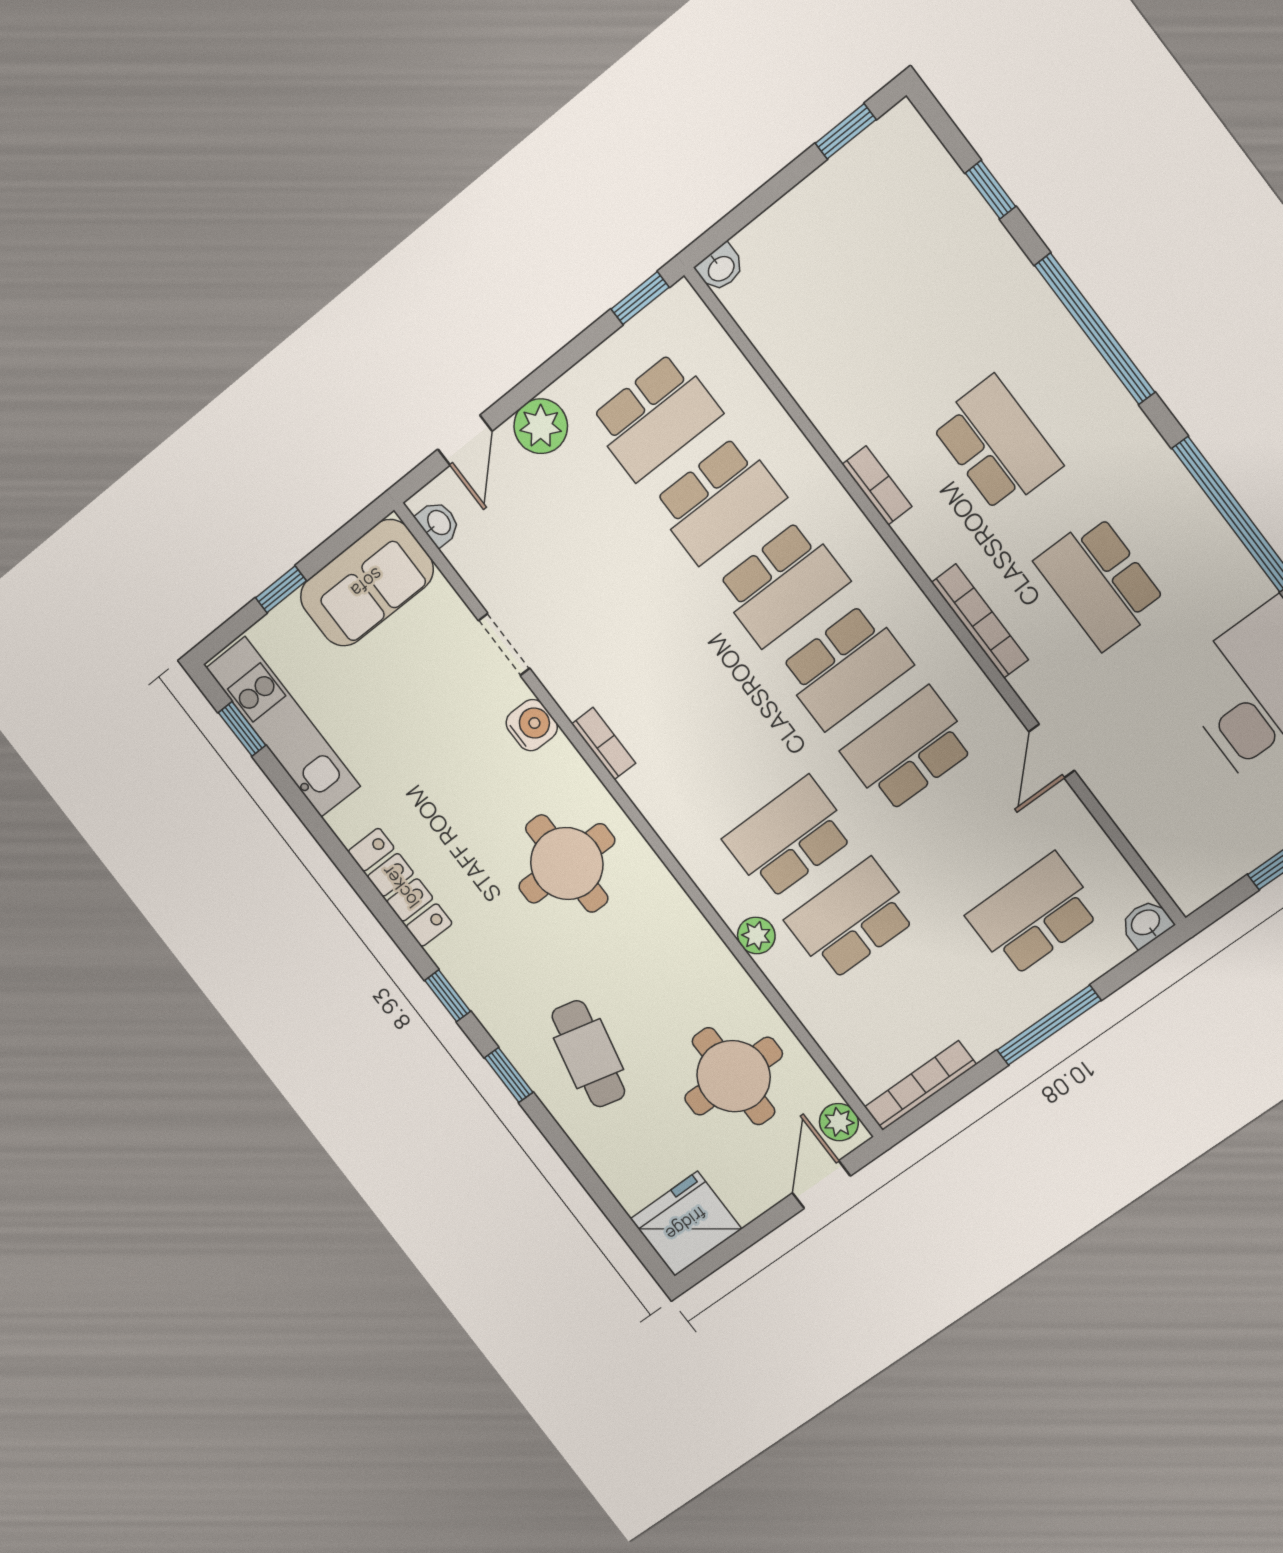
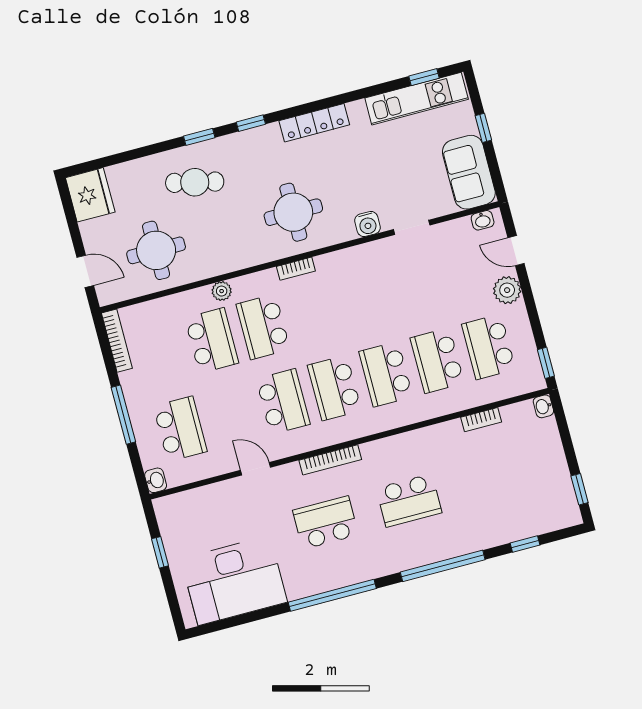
bookcase: (877, 485) -> (481, 420), moved
bookcase: (604, 743) -> (296, 269), moved
school desk: (789, 838) -> (263, 327), turned 180
plant: (839, 1122) -> (114, 293), removed

